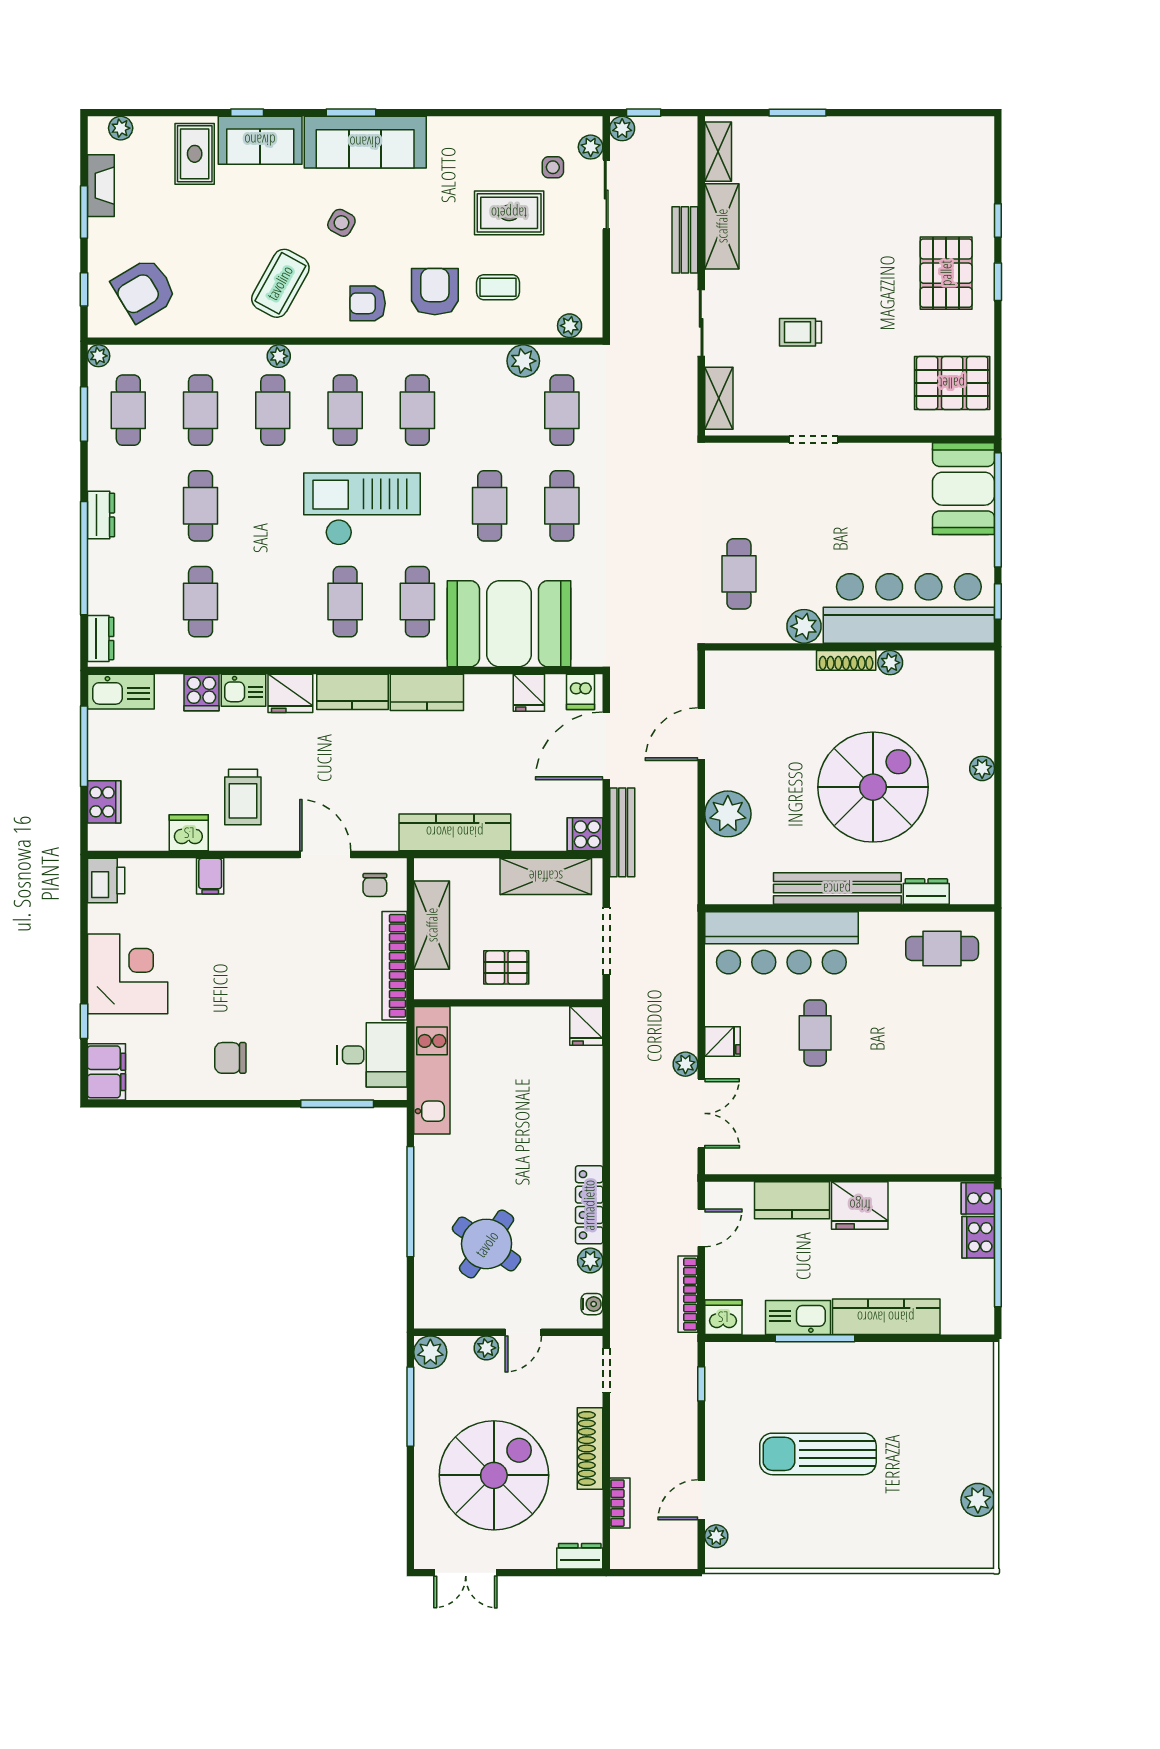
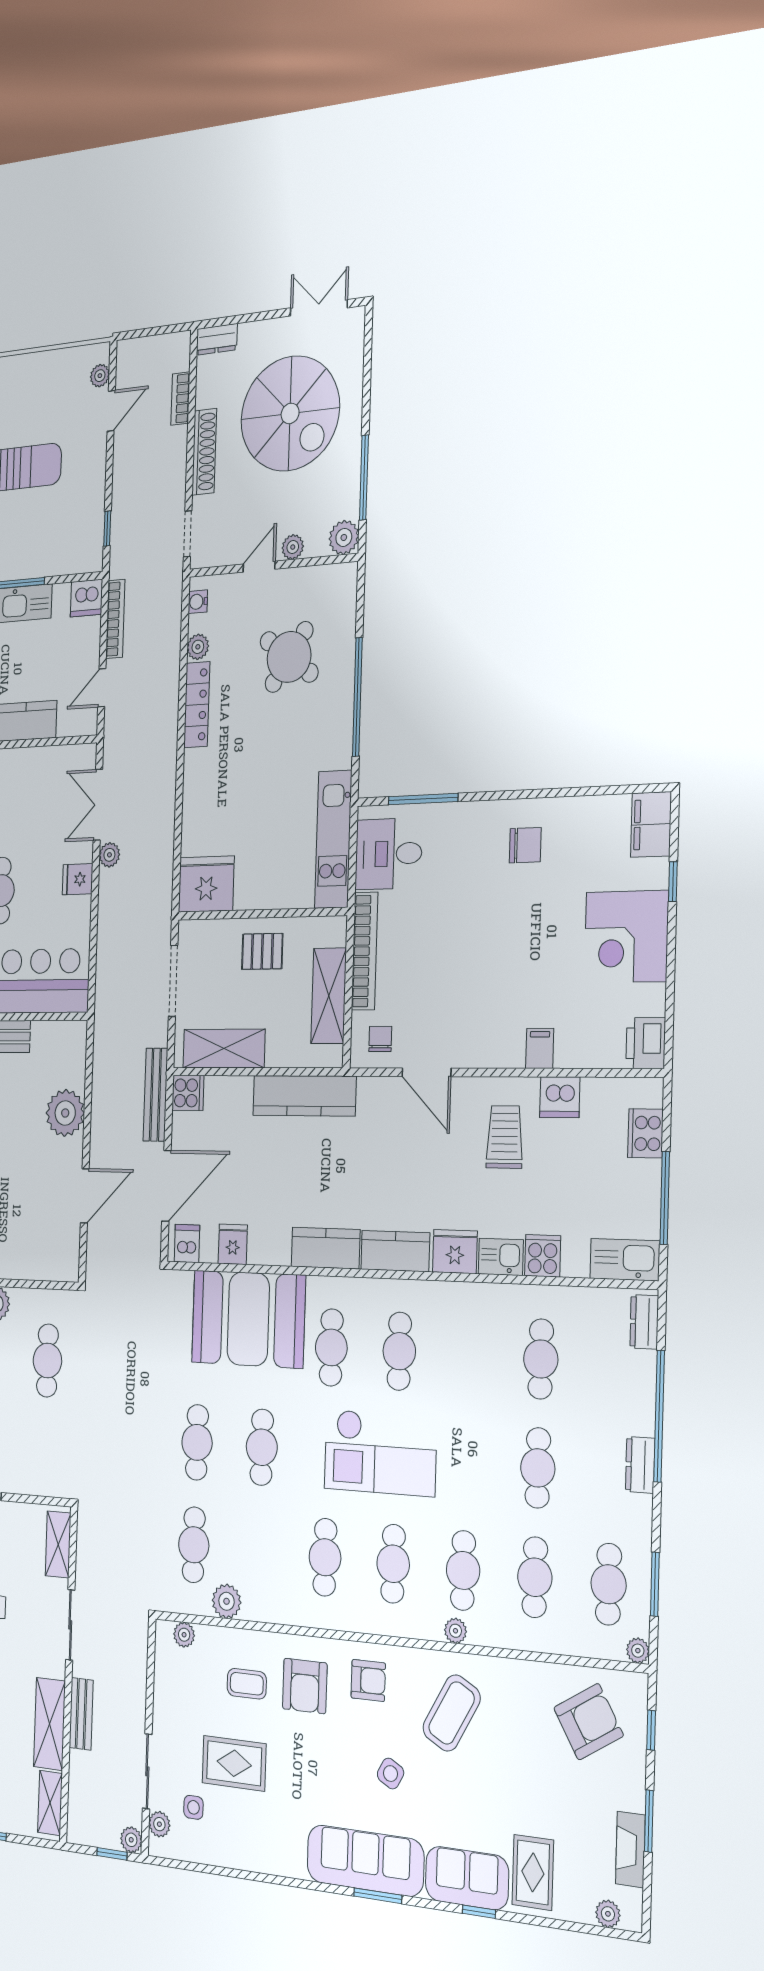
fridge: (586, 1026) -> (206, 884), width x1.88, depth x1.34
spiral stairs: (494, 1475) -> (290, 413), turned -90

